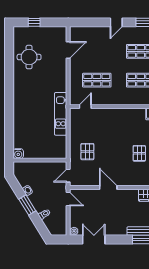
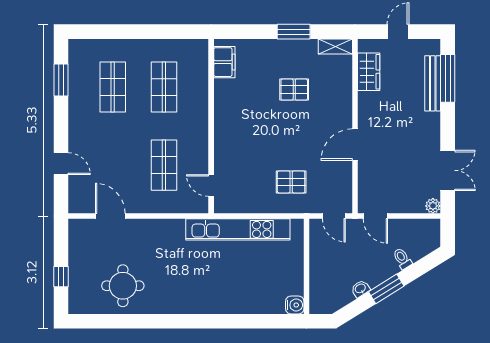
door: (116, 22) -> (61, 164), moved
kitchen unit: (61, 114) -> (238, 229), width x1.36
door: (68, 199) -> (375, 216), swing flipped
double door: (94, 240) -> (448, 170), swing flipped

